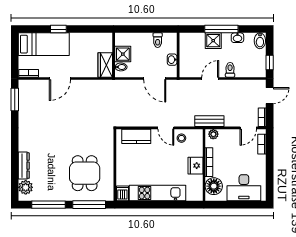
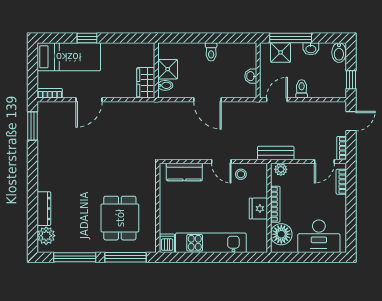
wall: (178, 55) -> (258, 70), moved
washbasin: (172, 60) -> (251, 76), moved

